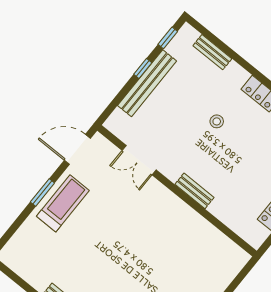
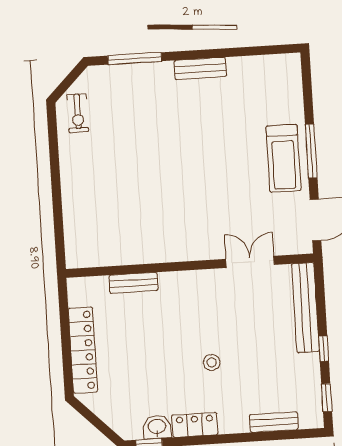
bench: (147, 83) -> (305, 308), moved
bench: (194, 191) -> (133, 283), moved
window: (42, 193) -> (311, 151), width x1.44

